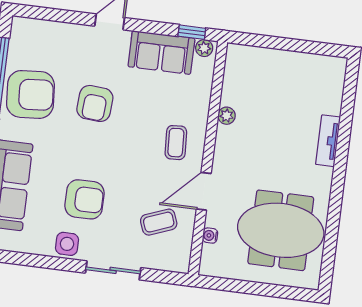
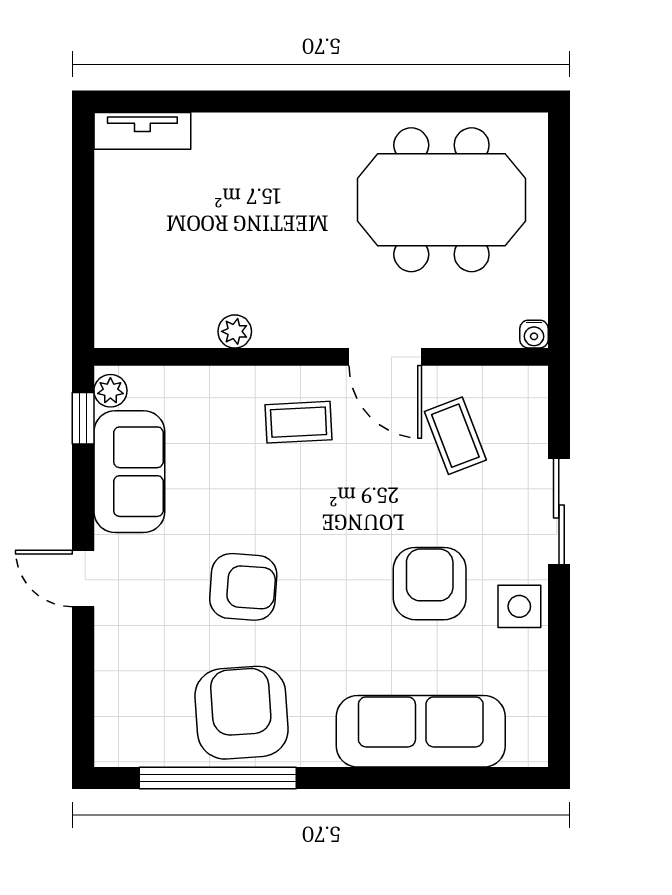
tv unit: (328, 141) -> (142, 131), moved
meeting table: (281, 230) -> (441, 200), turned 90
water cooler: (210, 236) -> (534, 334), moved

